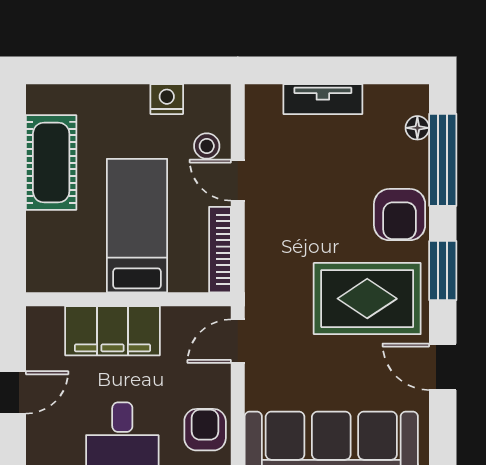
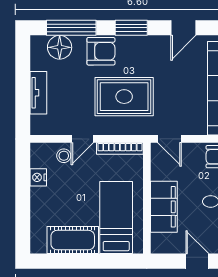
floor lamp: (417, 128) -> (60, 47), width x1.89, depth x1.89
bed: (137, 226) -> (116, 217), moved, turned 90
rug: (367, 299) -> (124, 97), moved, turned 90

